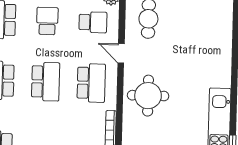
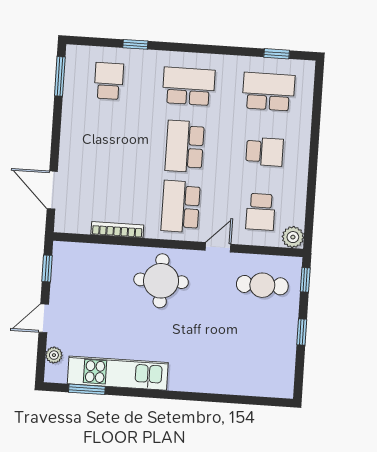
school desk: (46, 82) -> (185, 146), turned 90
school desk: (91, 83) -> (181, 206), turned 90

